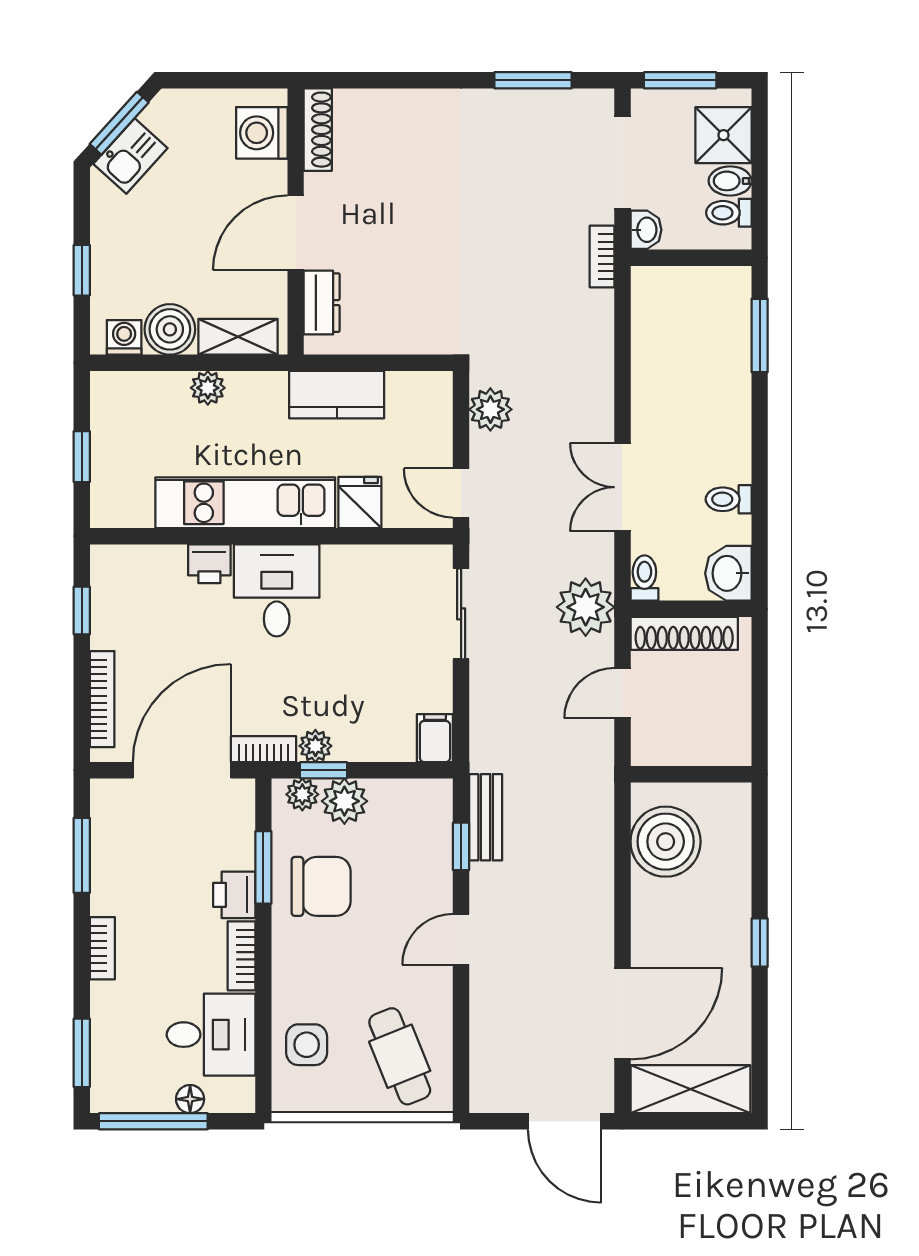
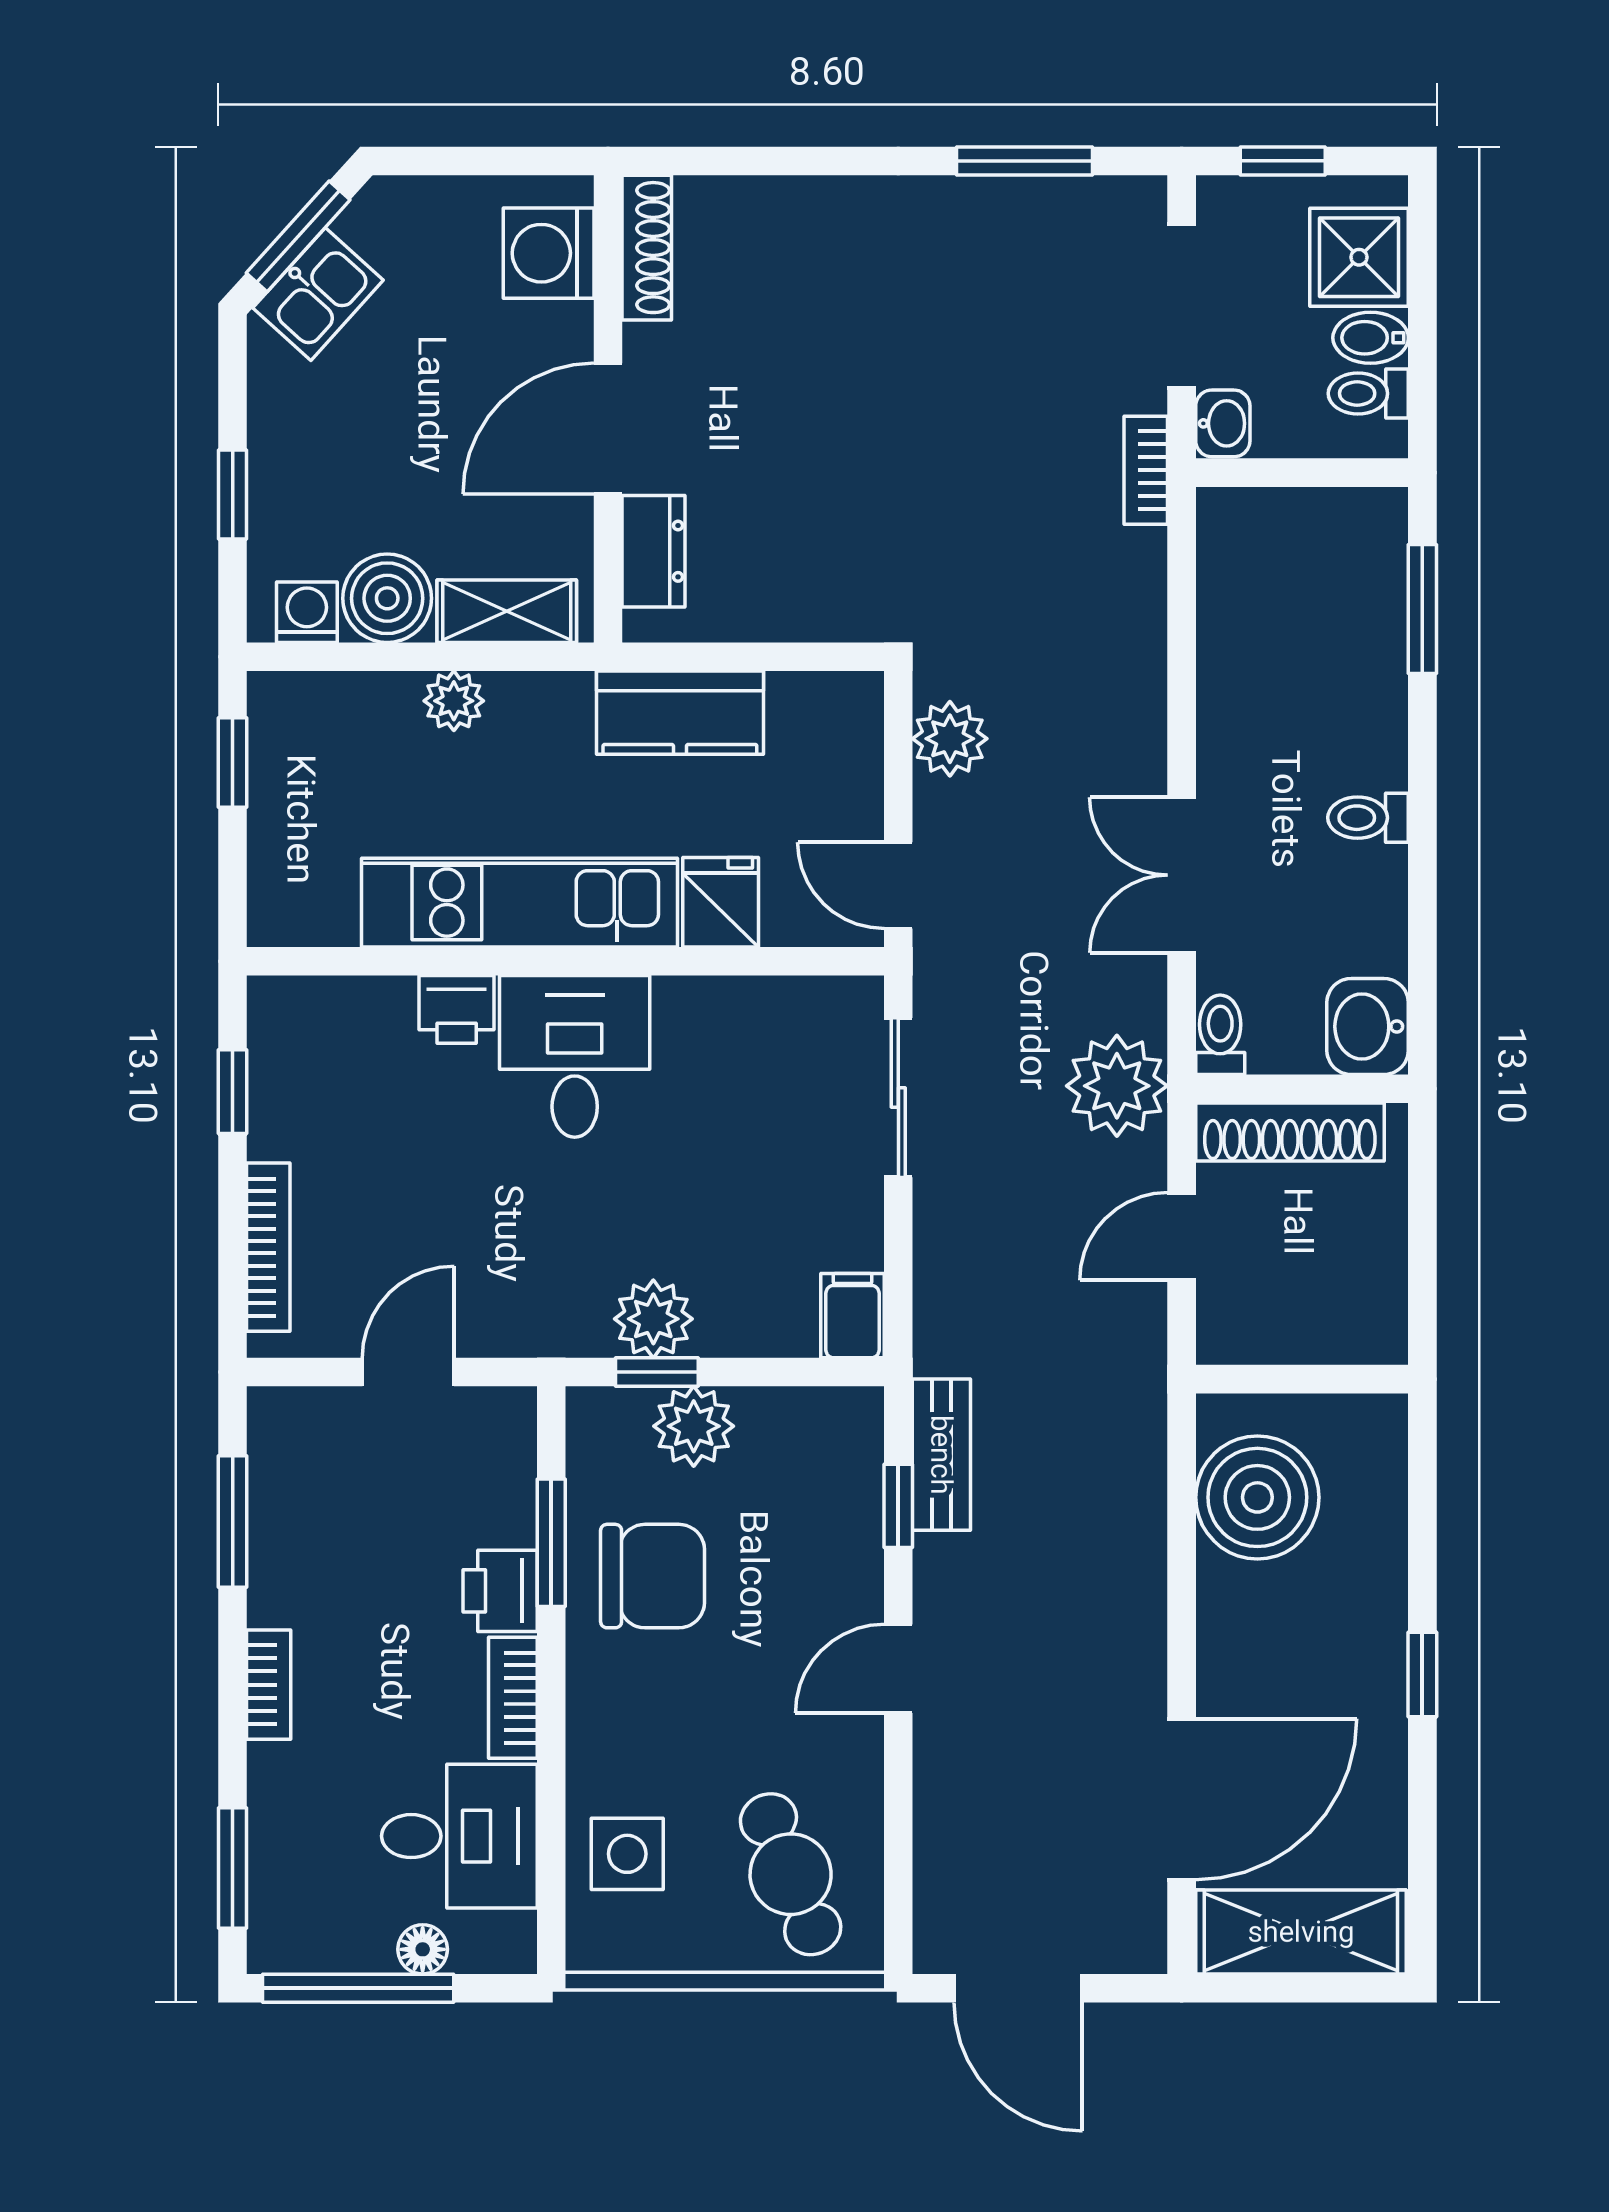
window: (680, 80) -> (1283, 161), width x0.67
window: (82, 457) -> (233, 762), moved
toilet: (729, 499) -> (1368, 818), moved
plant: (315, 746) -> (653, 1319), width x1.38, depth x1.38
bookcase: (263, 749) -> (552, 1335), removed
door: (182, 770) -> (408, 1372), width x0.53
plant: (302, 794) -> (620, 1415), removed
door: (565, 1121) -> (1018, 1988), moved

